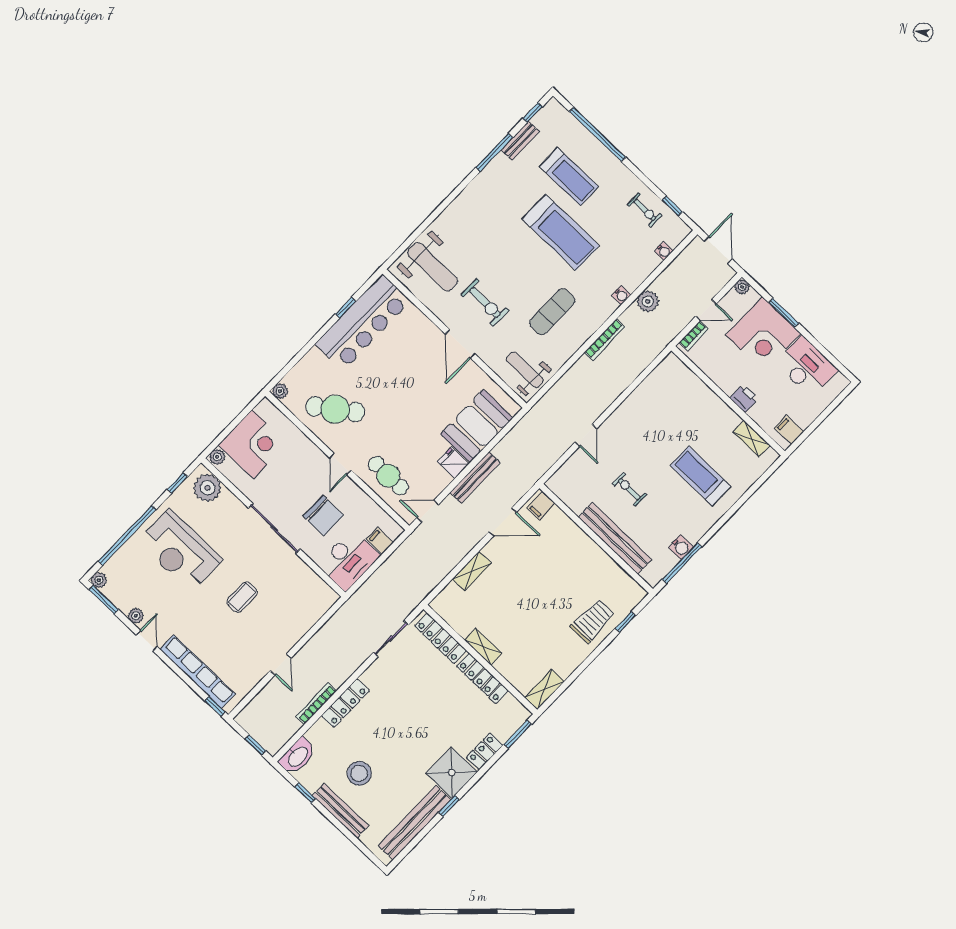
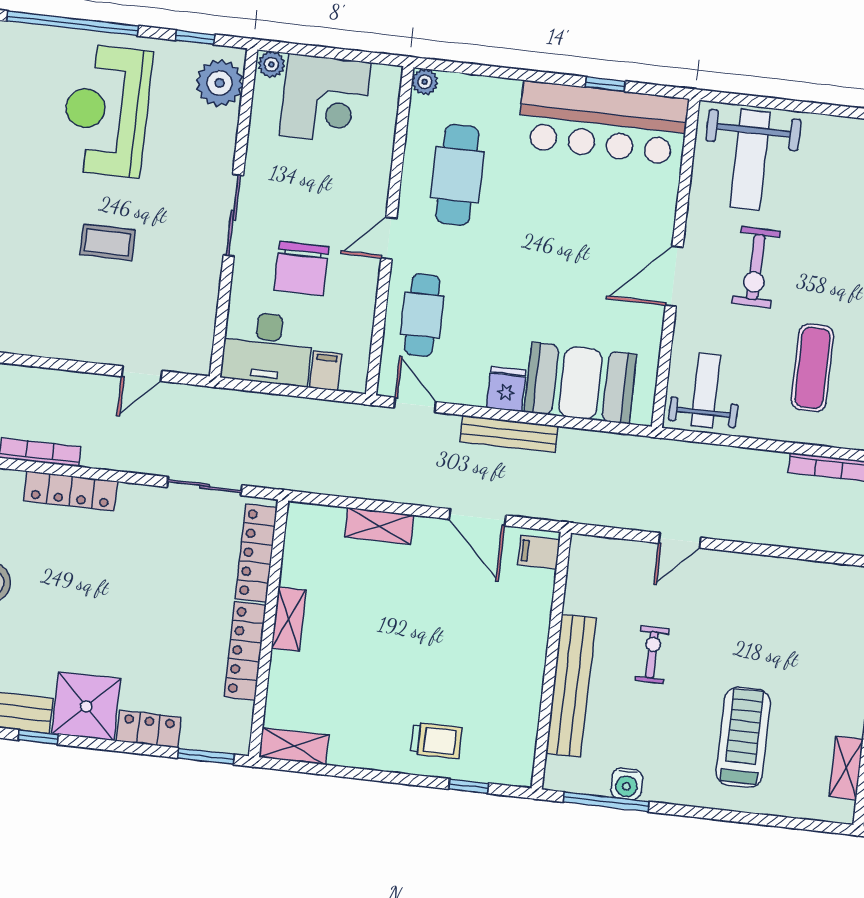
exercise mat: (552, 312) -> (812, 368), turned 90
cafe table: (335, 409) -> (457, 175), turned 36
sliding door: (274, 528) -> (233, 215), width x0.73
trolley: (593, 621) -> (436, 741), width x0.73, depth x0.72
door: (281, 664) -> (142, 374), moved

